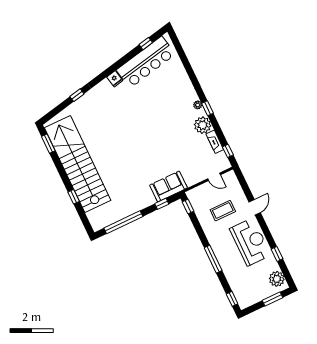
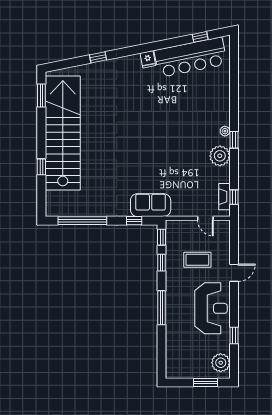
fireplace: (215, 142) -> (224, 197), moved
window: (232, 299) -> (161, 263), moved

